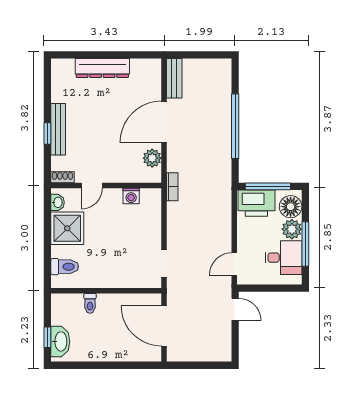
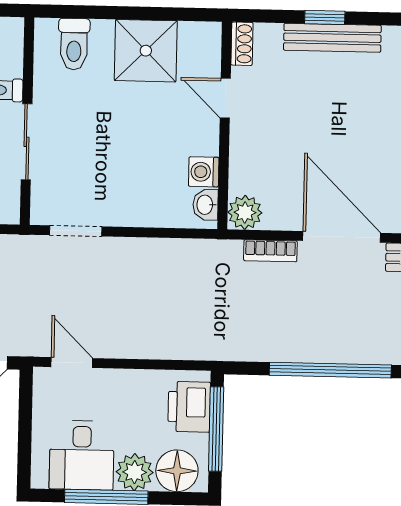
plant: (152, 158) -> (245, 212), moved
bookcase: (172, 187) -> (270, 251), moved
washbasin: (58, 202) -> (205, 205), moved, turned 90
printer: (256, 203) -> (189, 407), width x0.73, depth x0.84
sliding door: (117, 291) -> (27, 142), added

